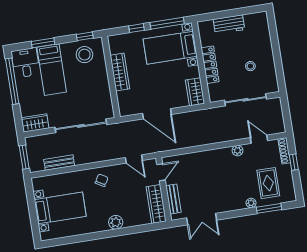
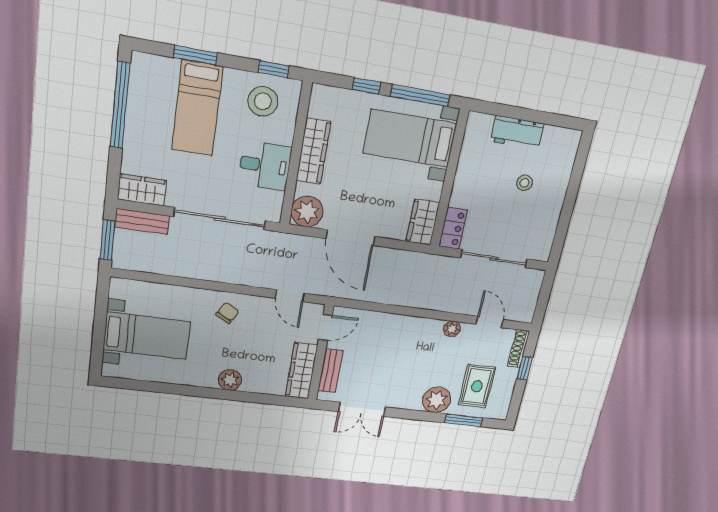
desk: (25, 63) -> (265, 165), moved, turned 90
locker: (210, 65) -> (453, 228), moved, width x0.66
stool: (250, 66) -> (524, 183), moved
plant: (127, 107) -> (307, 212), added
bench: (59, 163) -> (142, 221), moved
plant: (251, 203) -> (437, 400), width x1.88, depth x1.88

